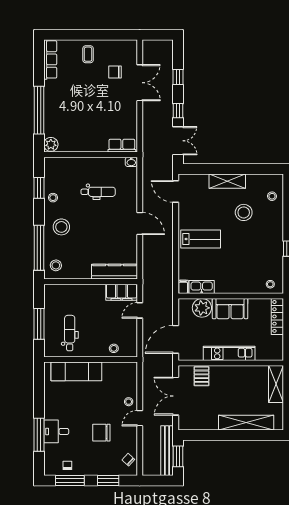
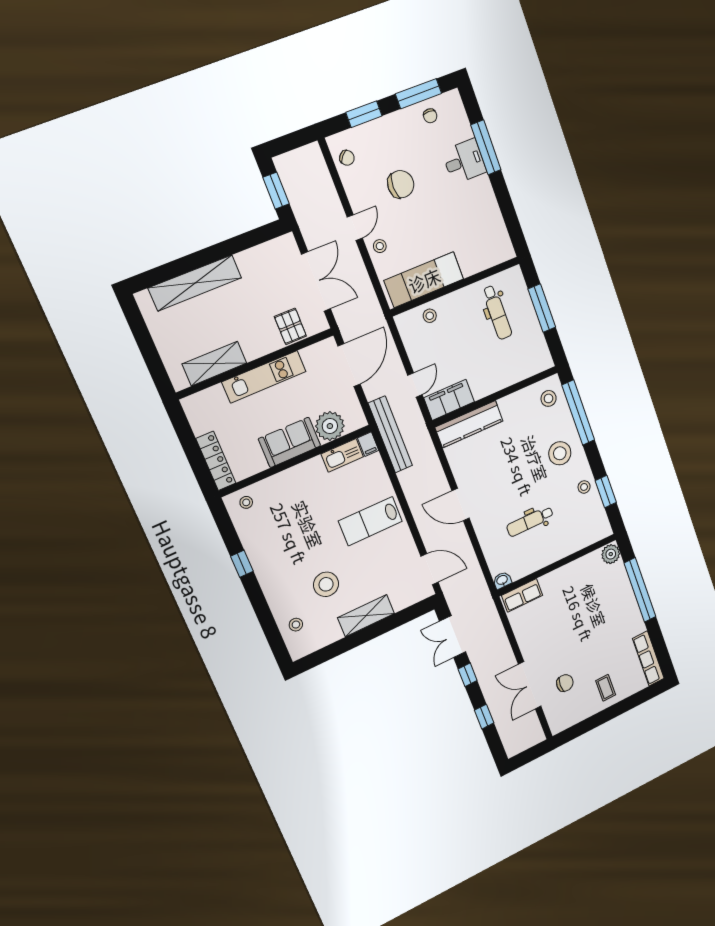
exam couch: (76, 371) -> (424, 280), moved
shelving: (276, 384) -> (215, 363), moved, turned 90
bench: (167, 451) -> (390, 434), moved

